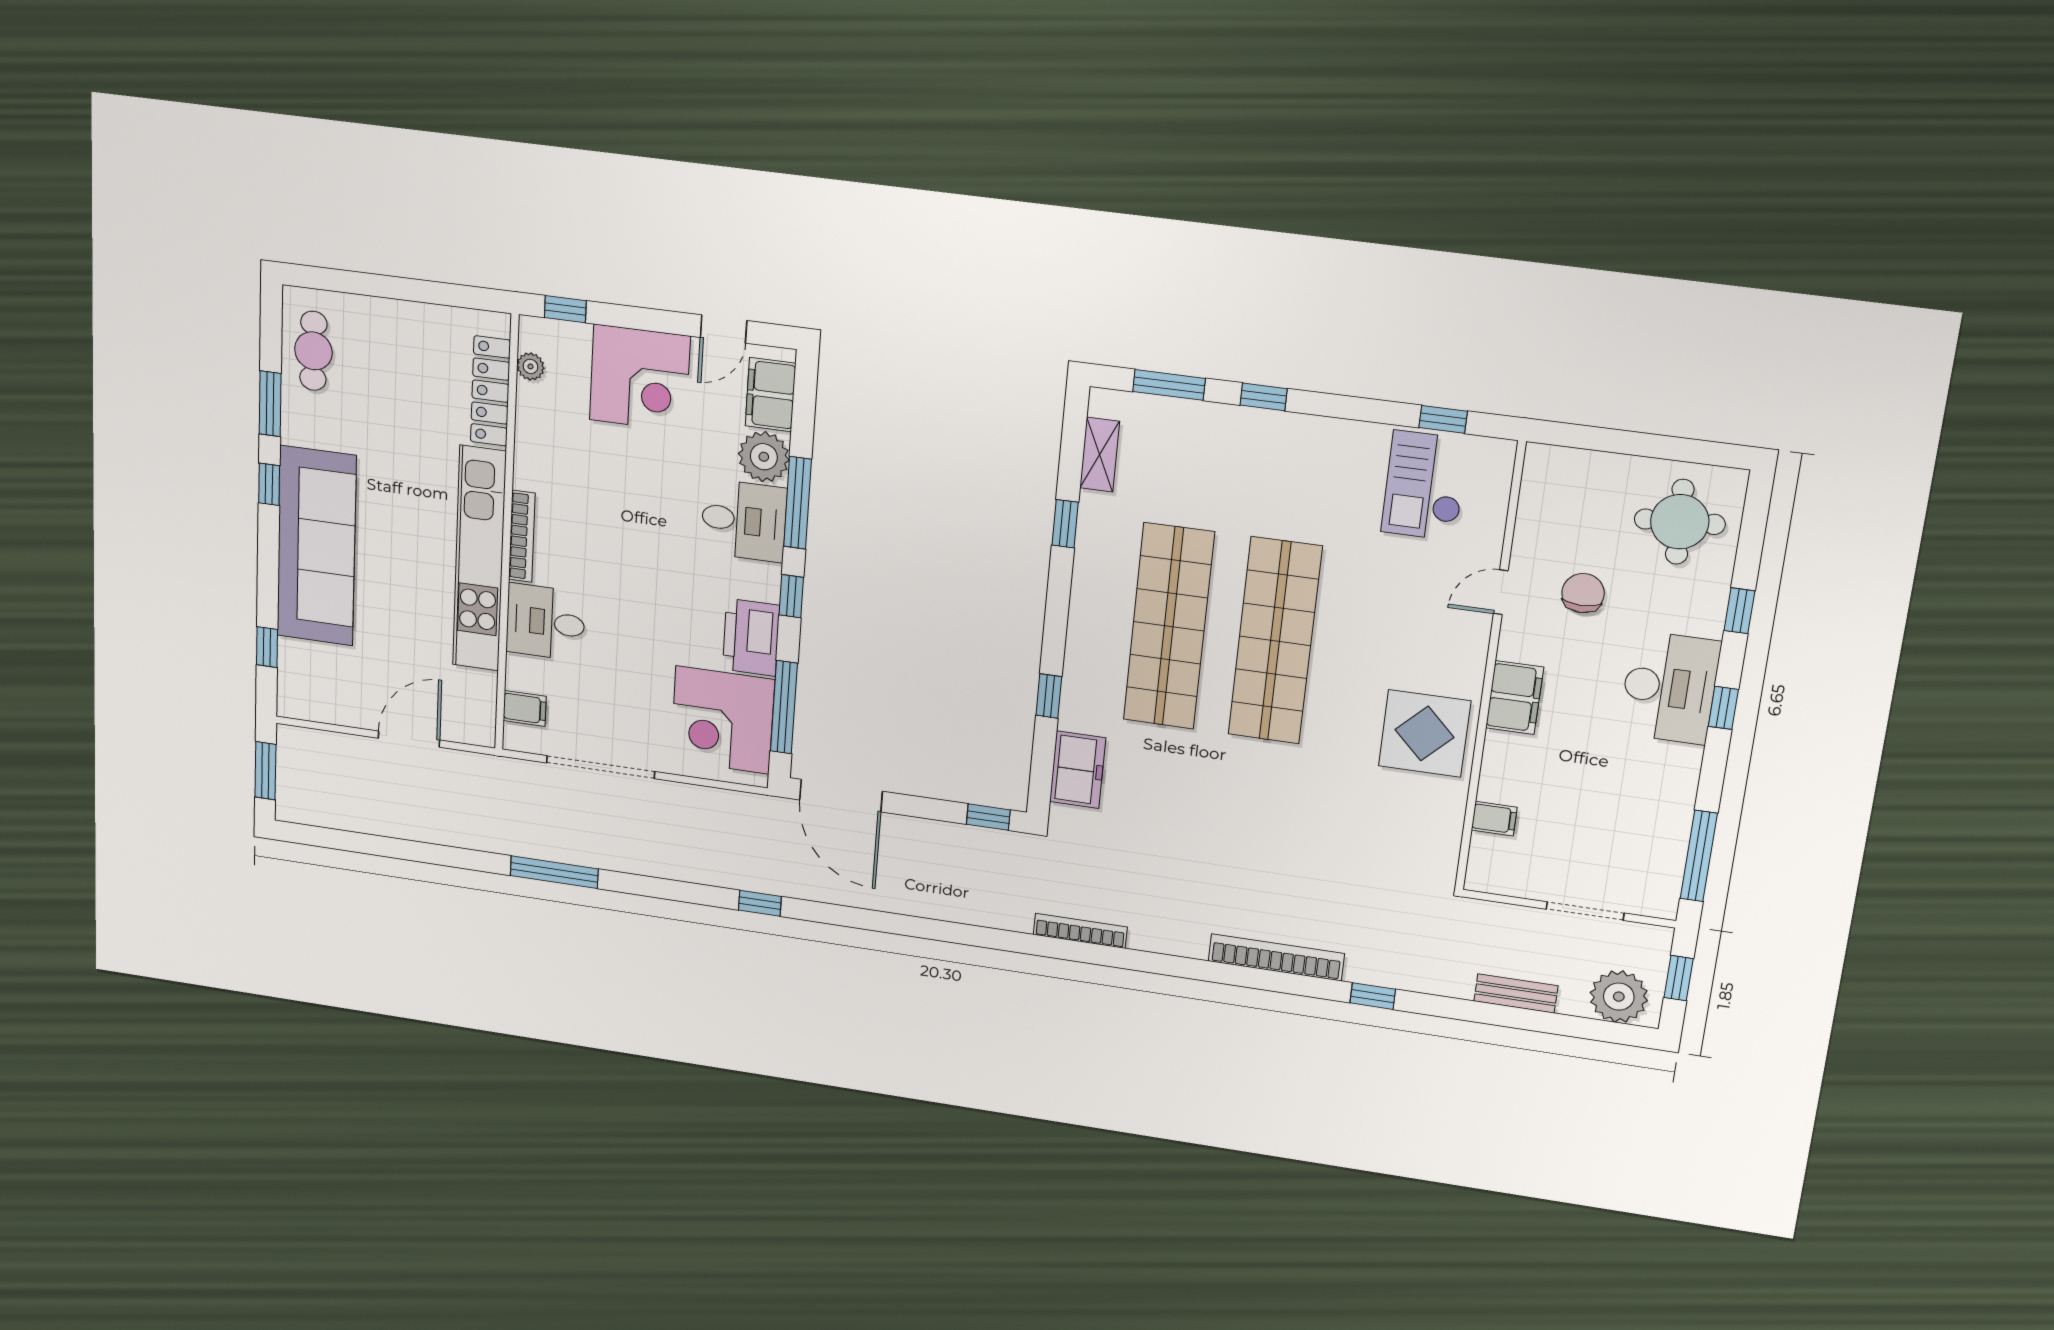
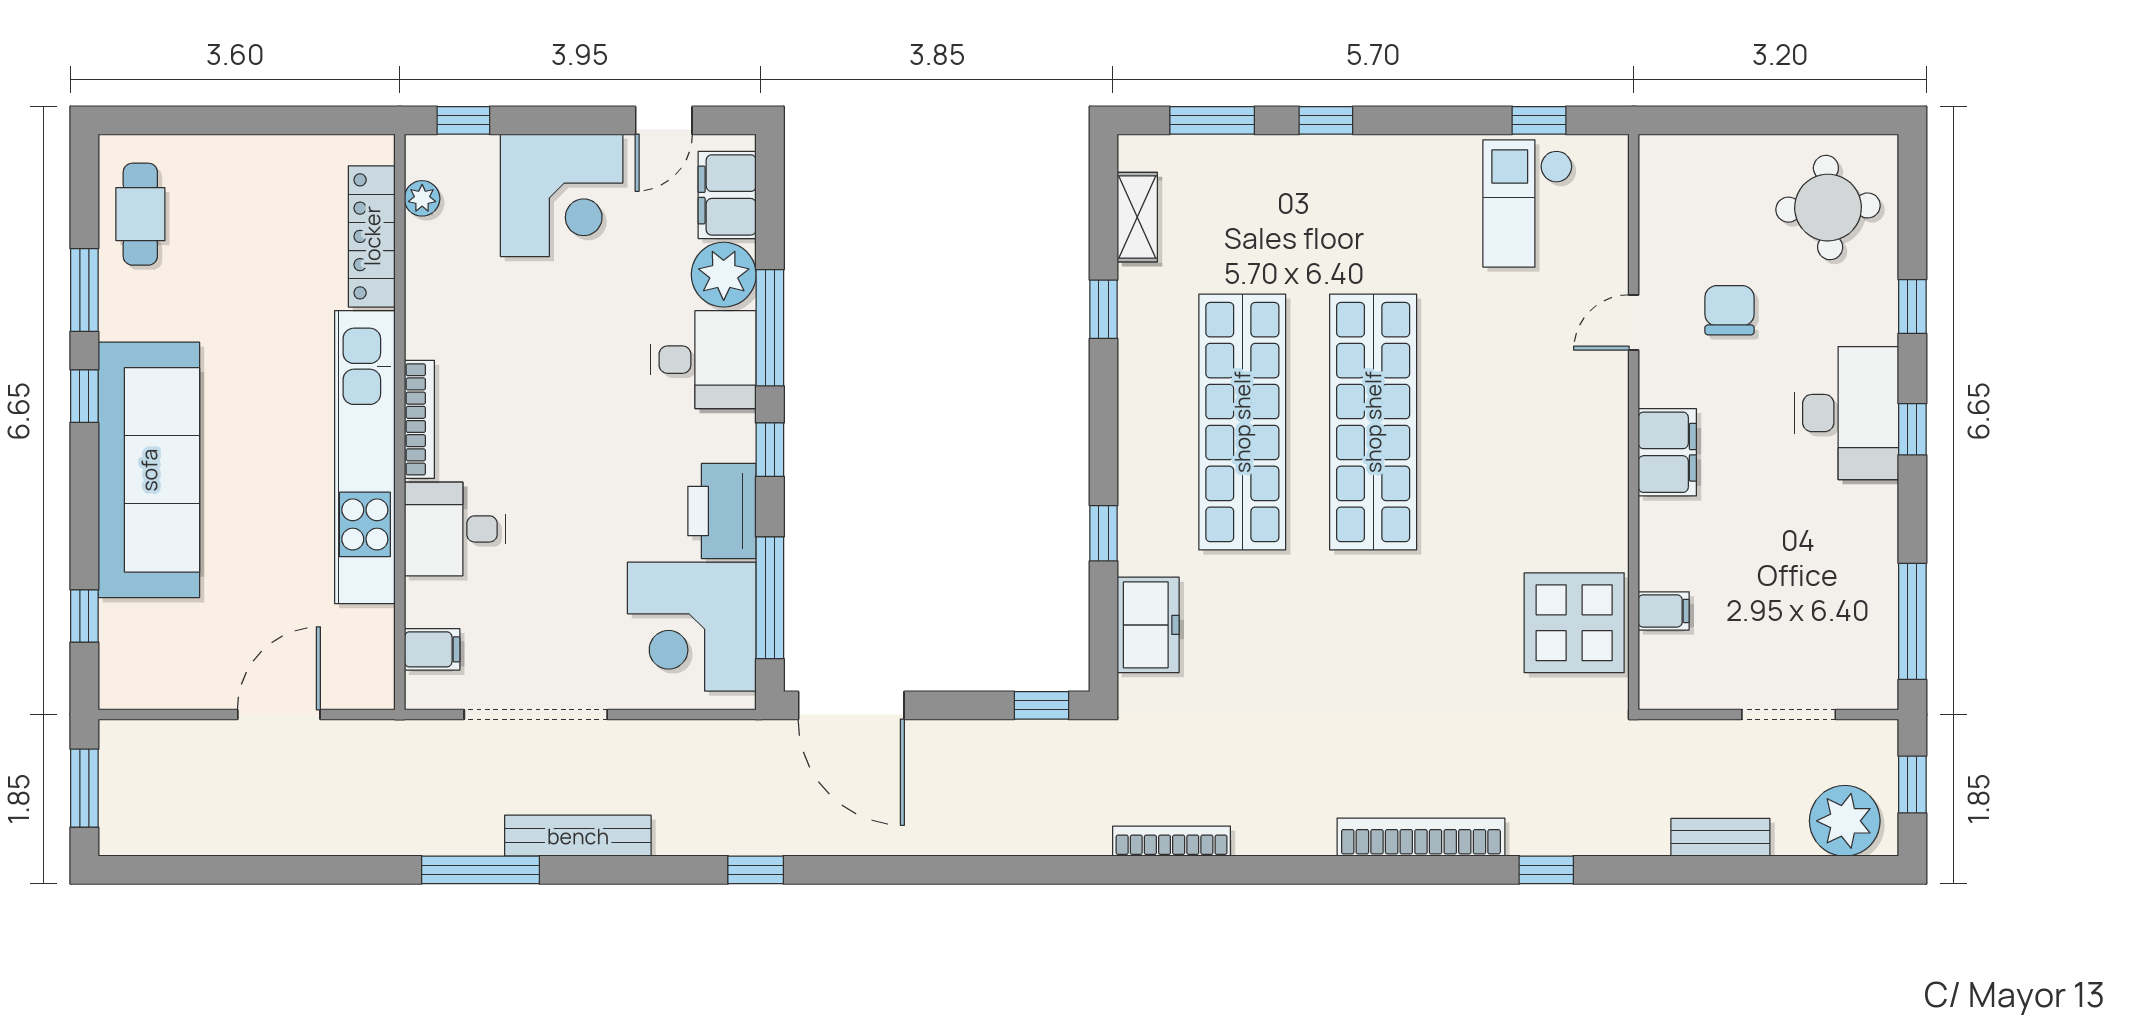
display table: (1425, 733) -> (1574, 623), moved
bench: (628, 859) -> (578, 836), added

